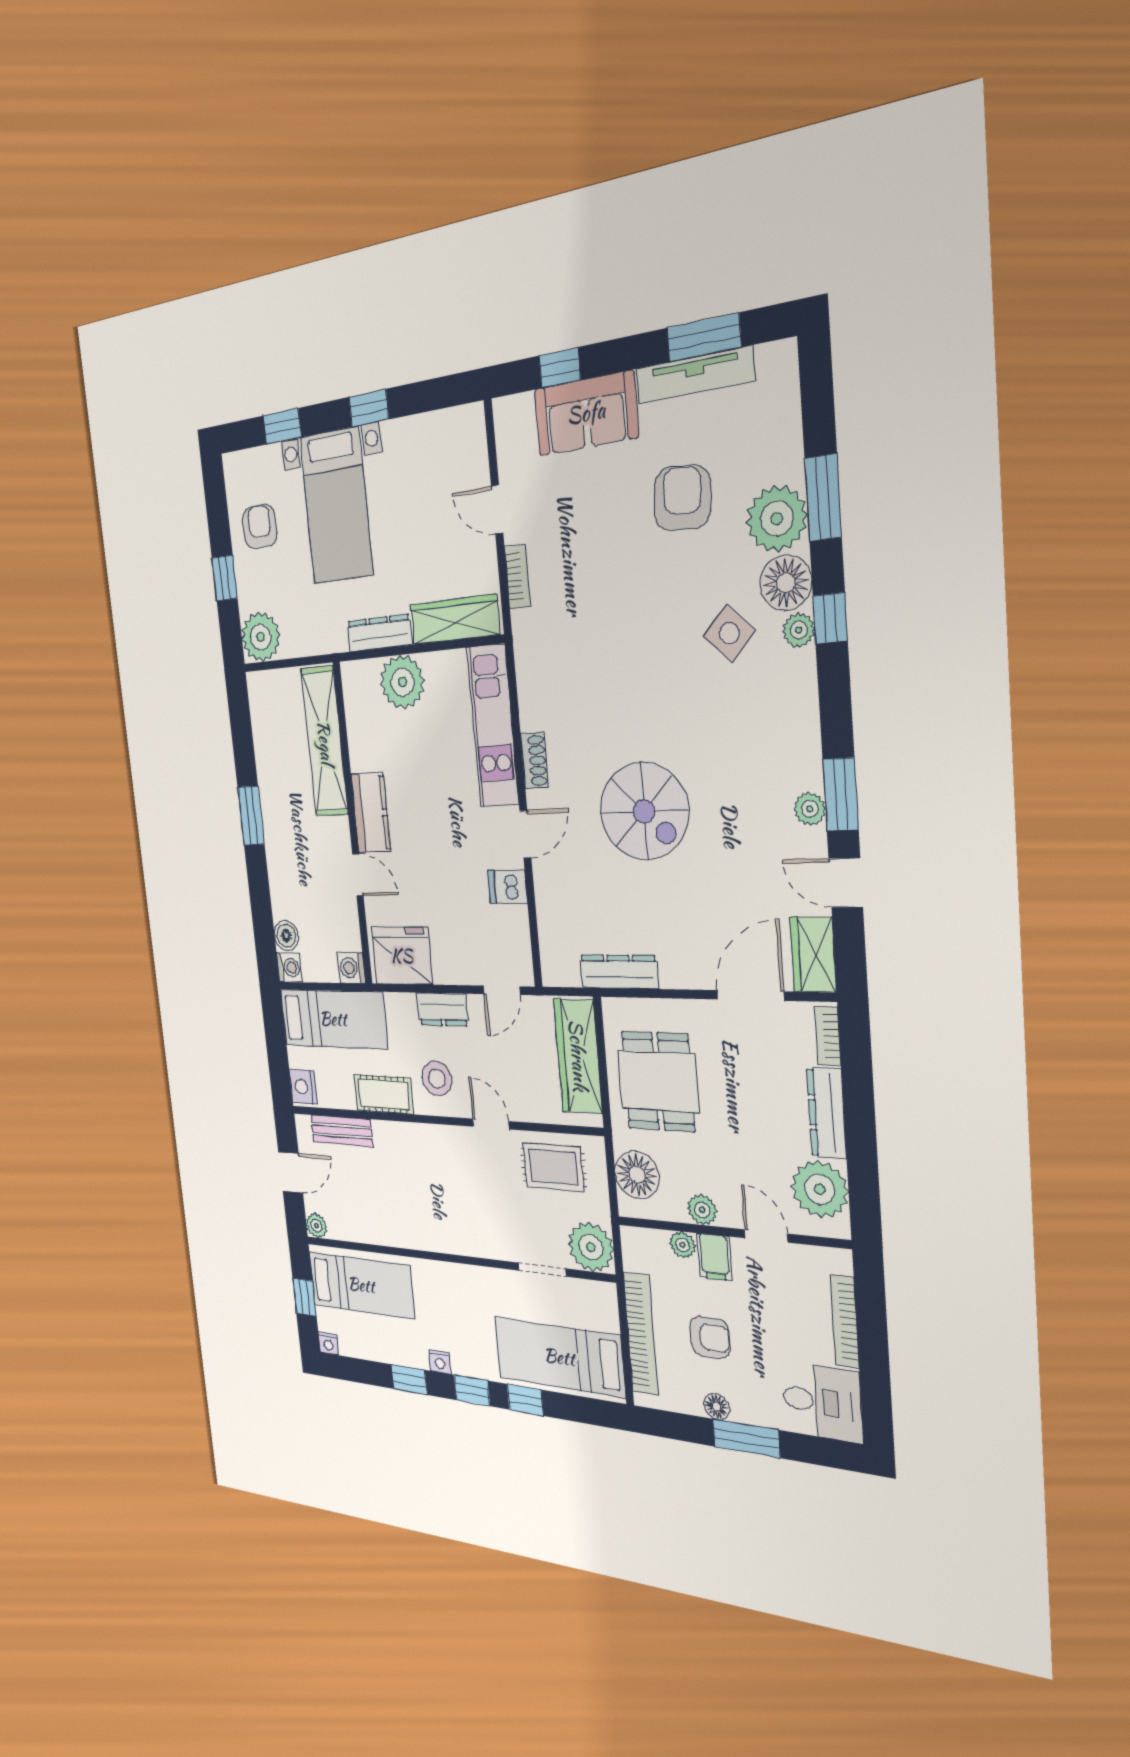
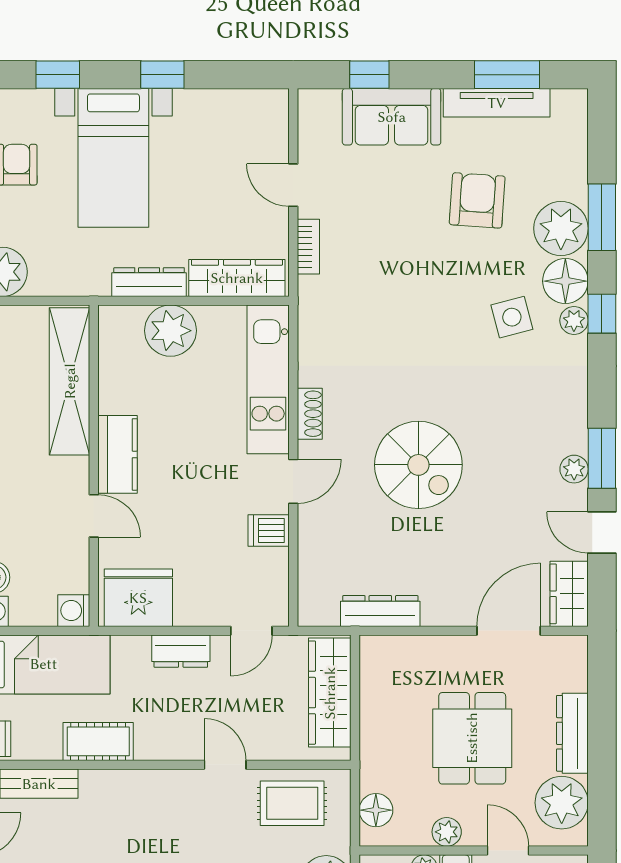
side table: (729, 633) -> (512, 317), turned 31
bookcase: (828, 1036) -> (578, 665), removed
stool: (437, 1079) -> (166, 722), removed
dining table: (658, 1081) -> (472, 738), moved
floor lamp: (637, 1175) -> (376, 810), width x0.73, depth x0.73

